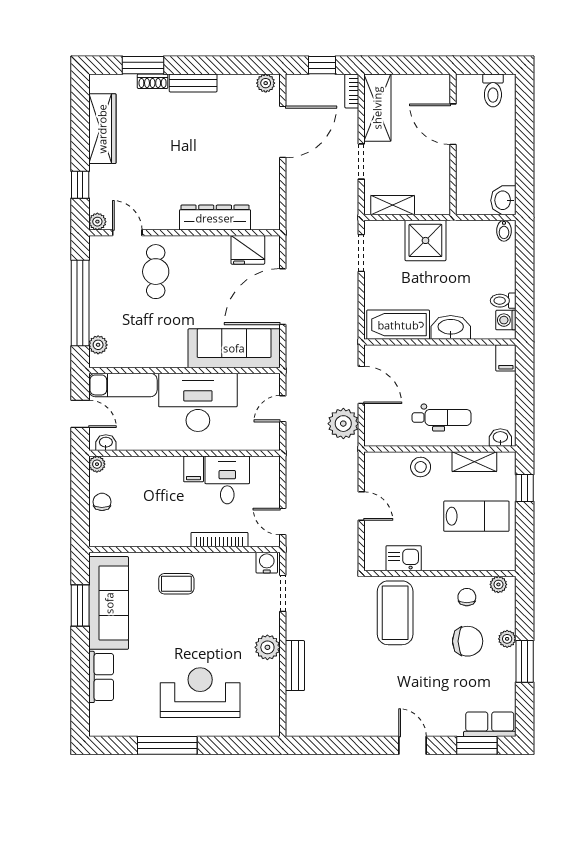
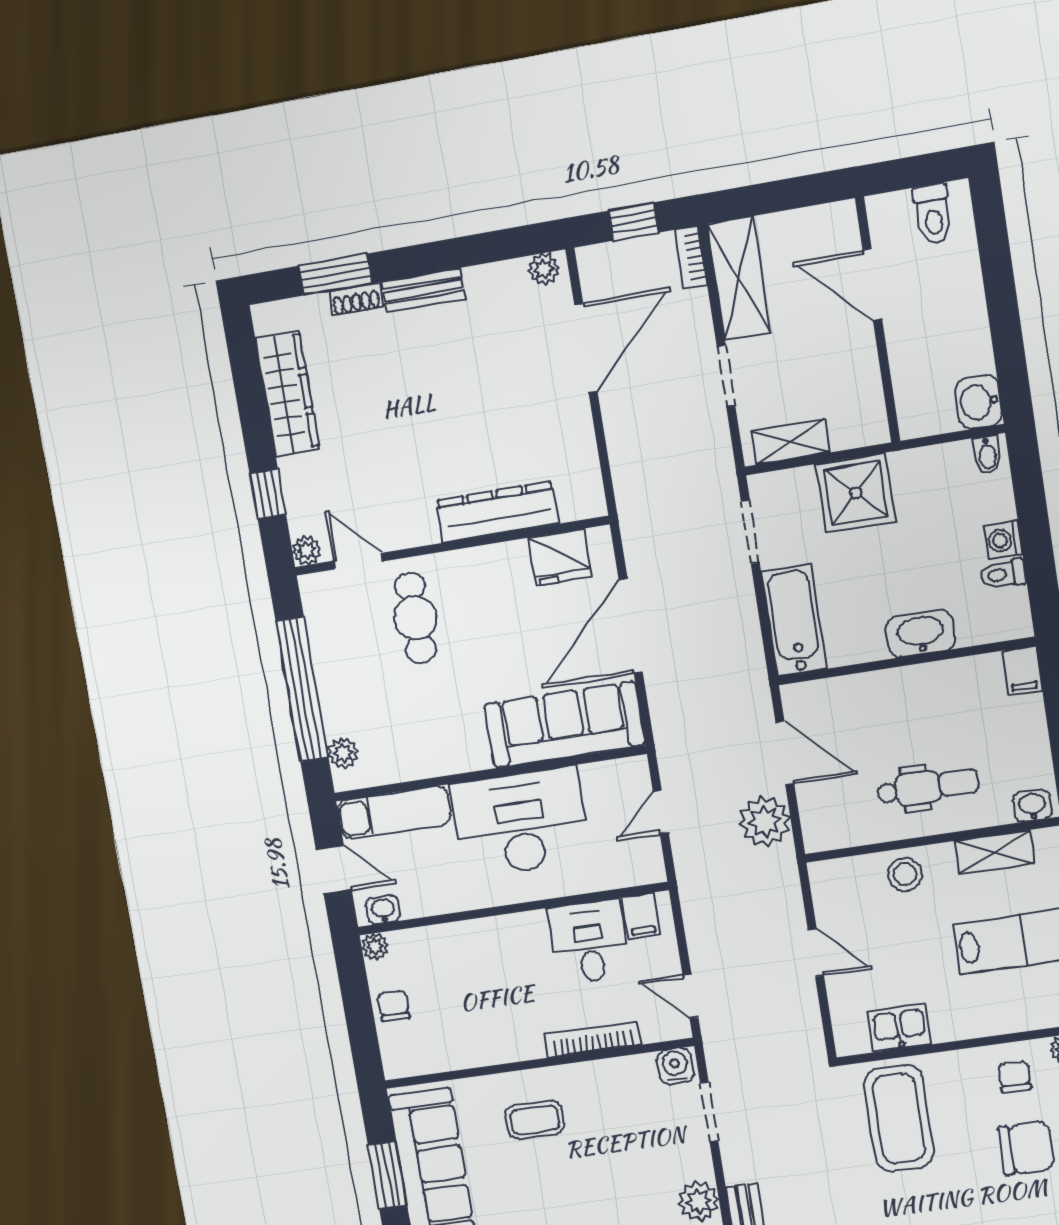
washing machine: (506, 320) -> (1003, 540), moved
bathtub: (398, 325) -> (794, 620), moved, turned 90
filing cabinet: (194, 469) -> (641, 916), moved

